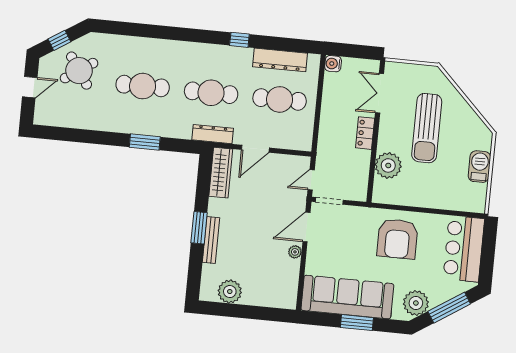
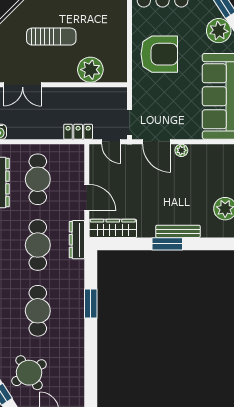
sun lounger: (427, 128) -> (51, 37), width x0.73, depth x0.75
locker: (365, 133) -> (78, 132), moved, turned 180

